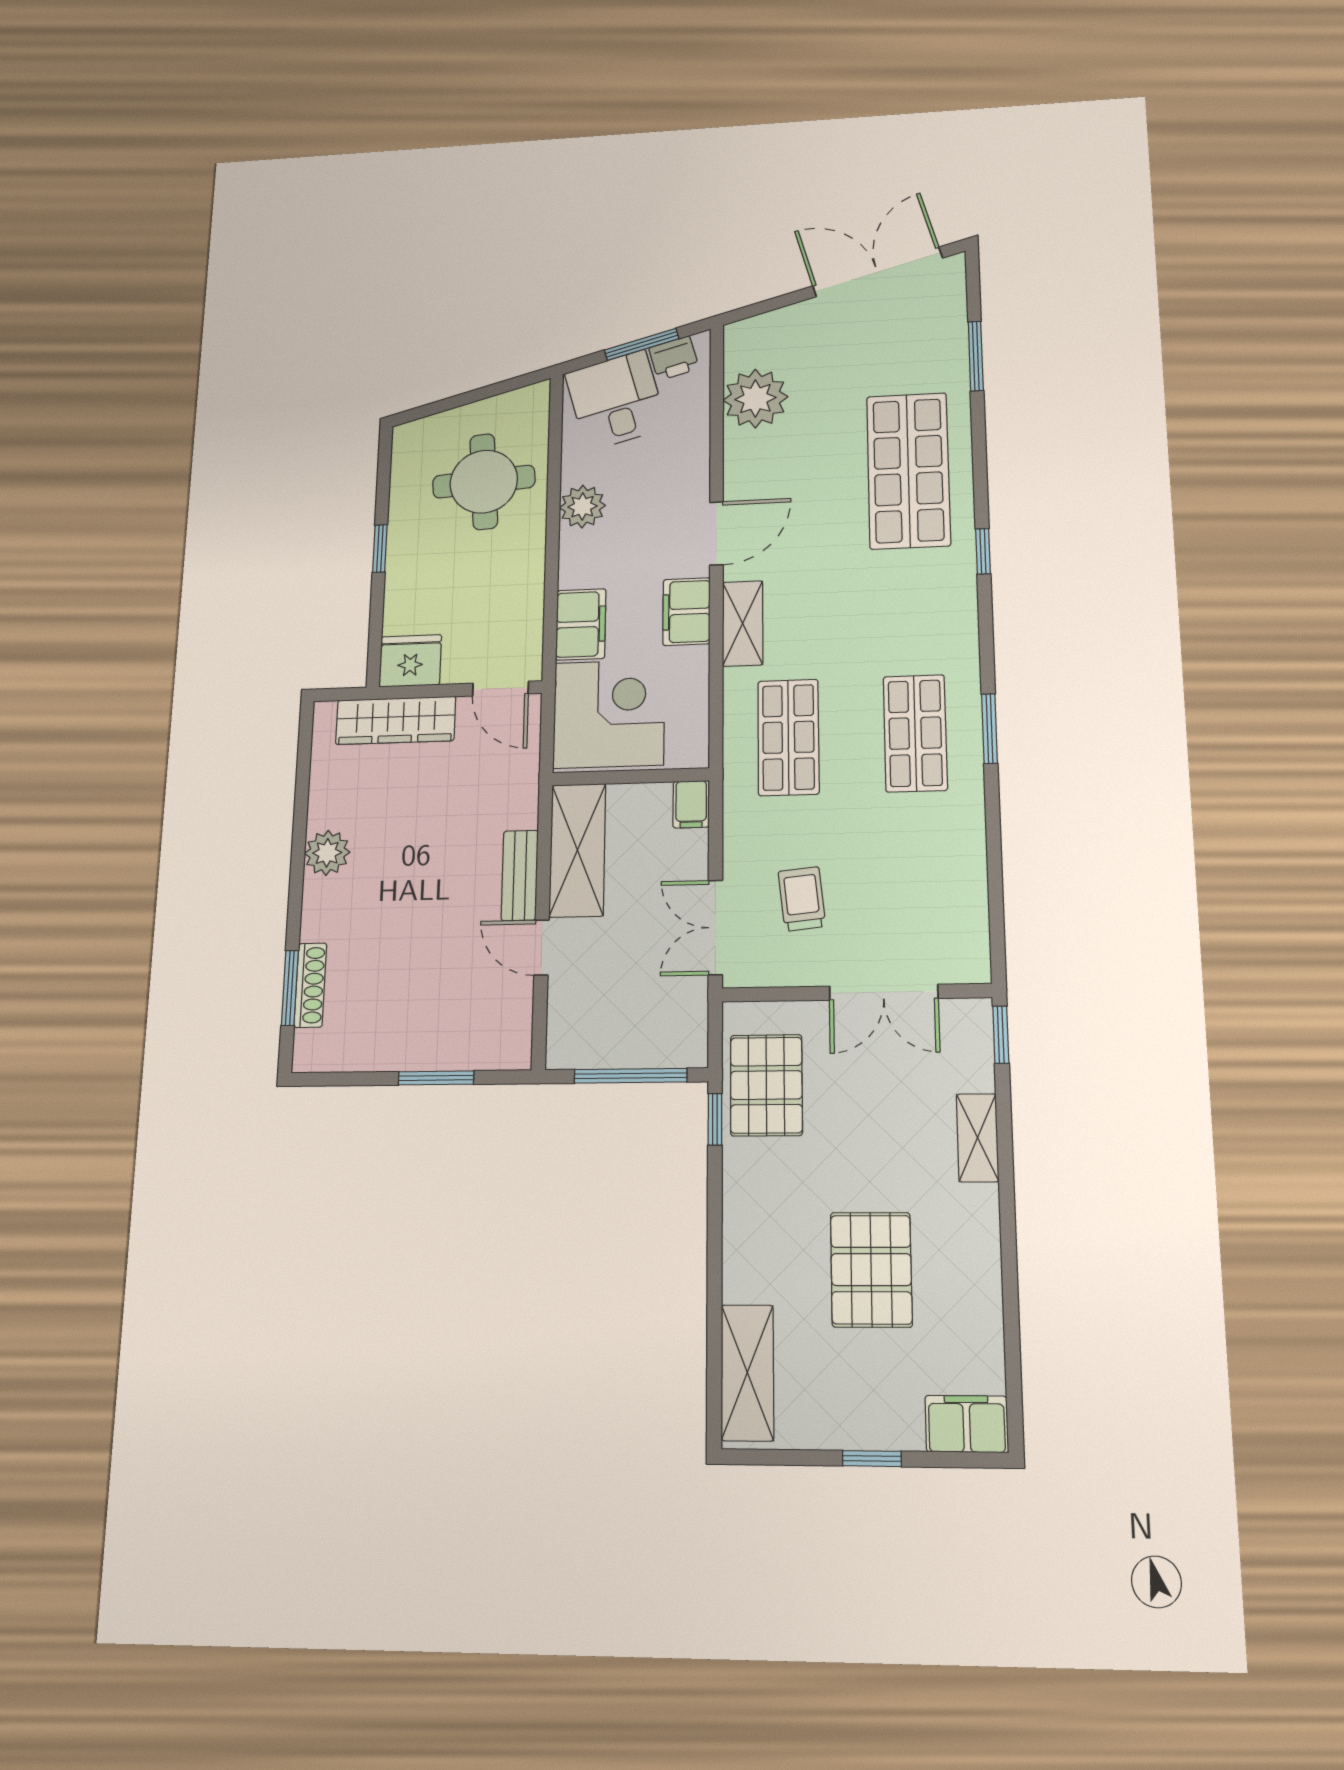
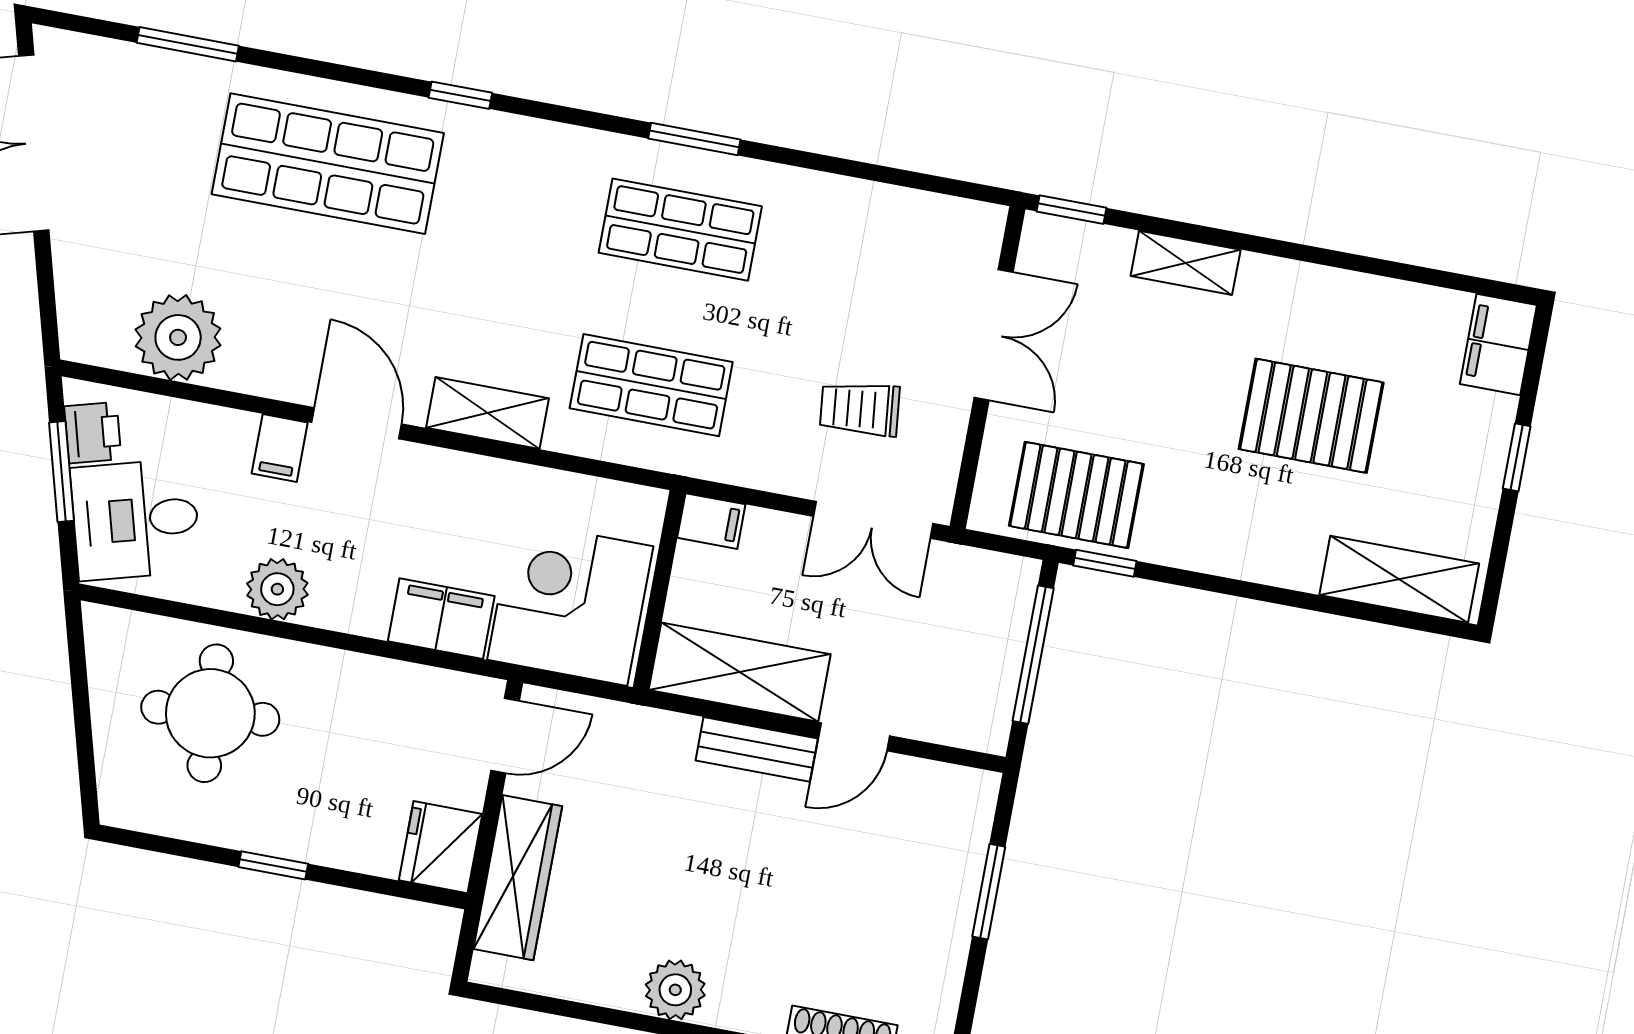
filing cabinet: (686, 612) -> (280, 448), moved, width x0.50

